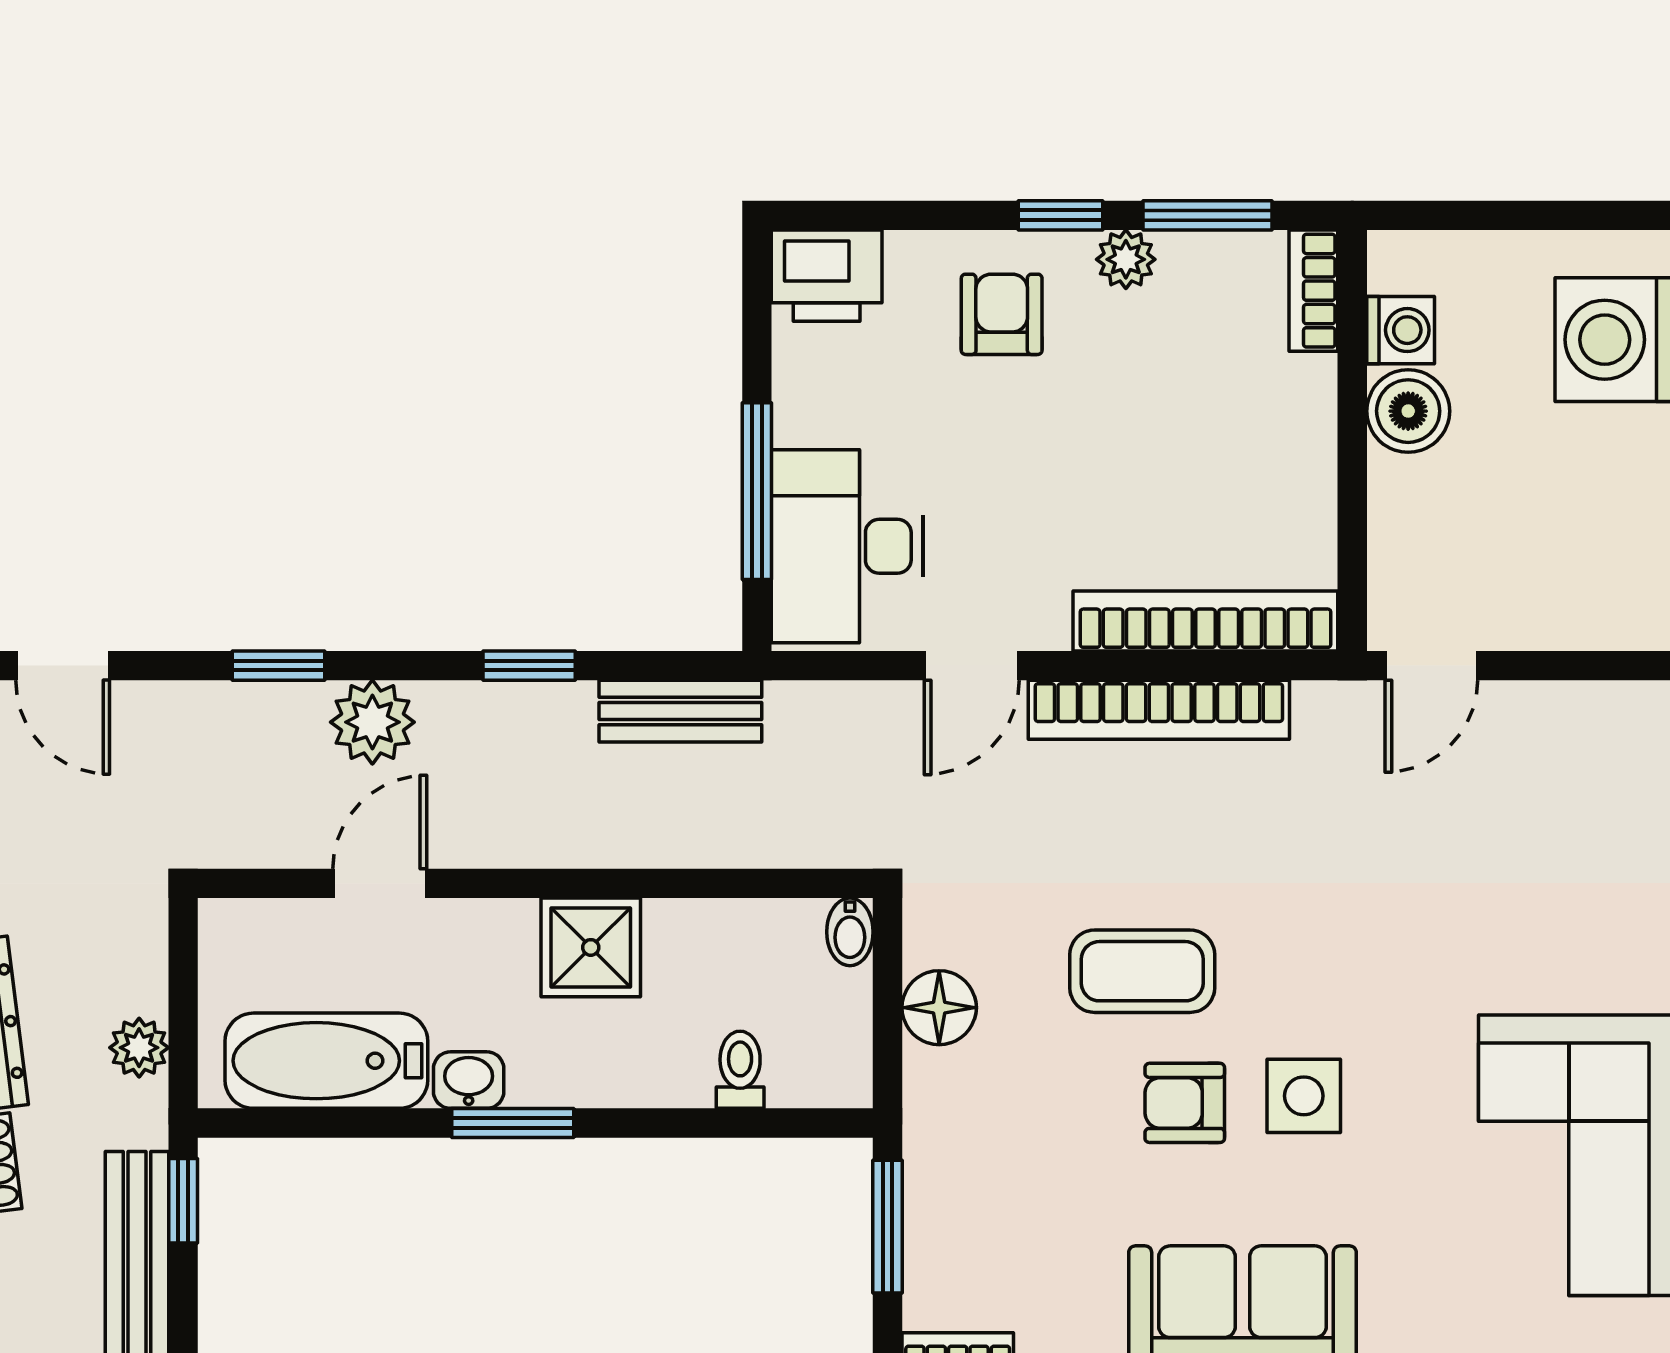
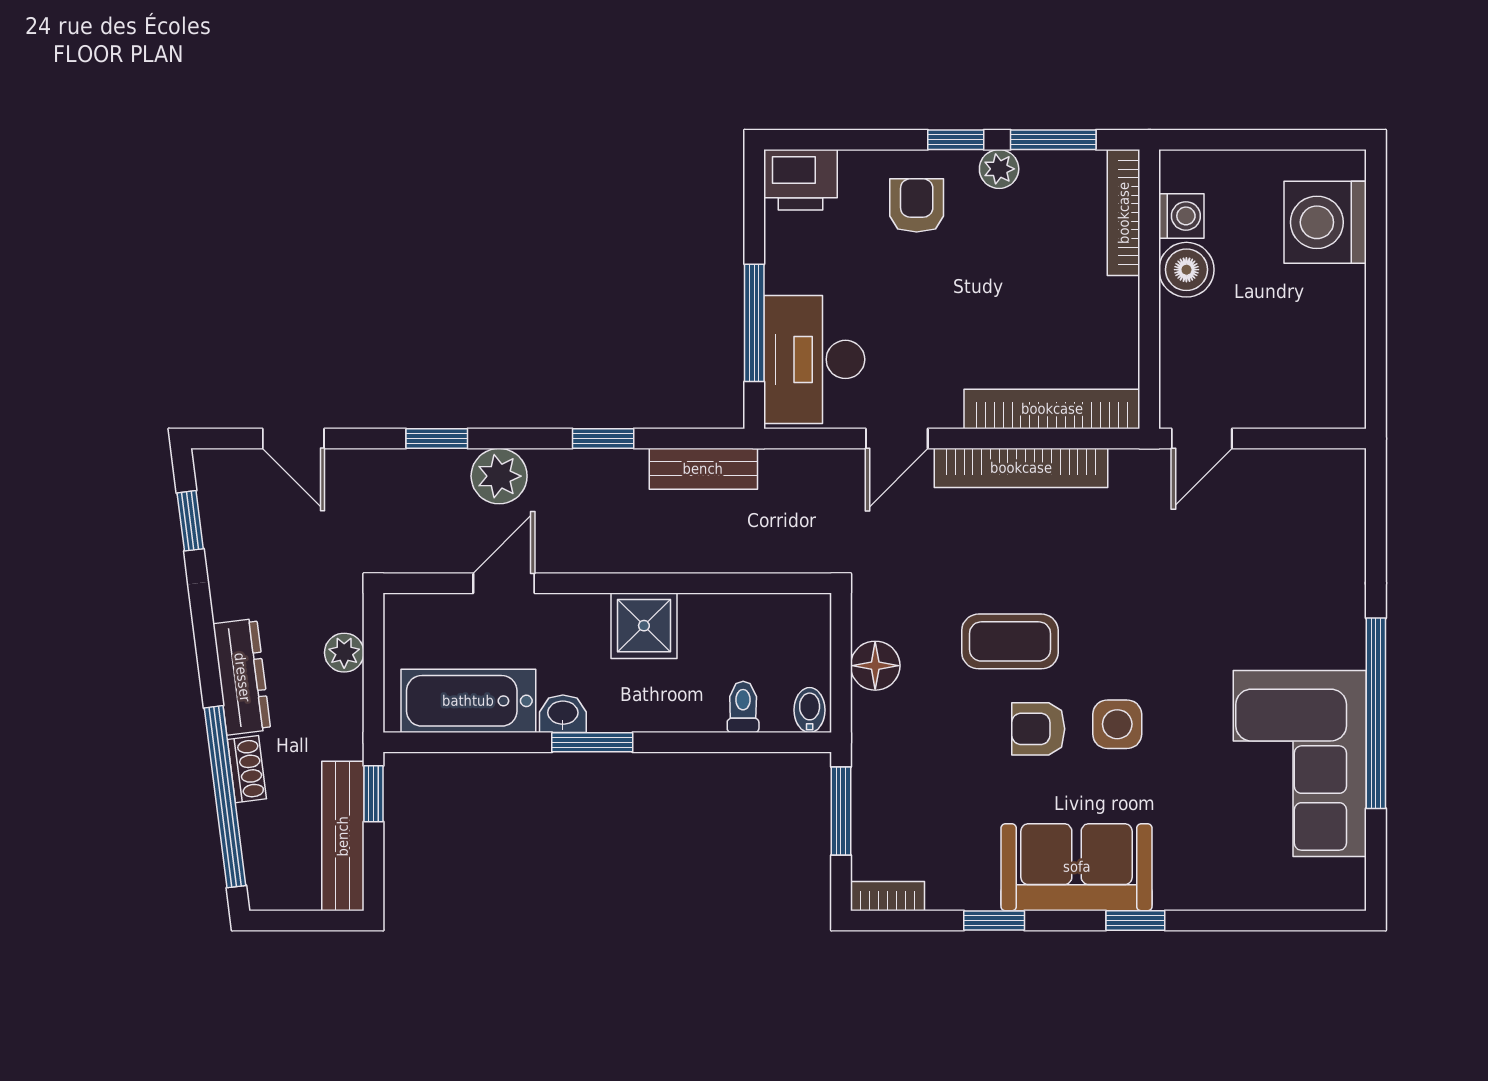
bookcase: (1313, 291) -> (1124, 213), width x1.56
bidet: (850, 932) -> (810, 710), moved, turned 180
plant: (139, 1048) -> (344, 653), moved

